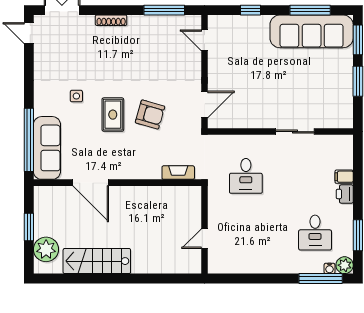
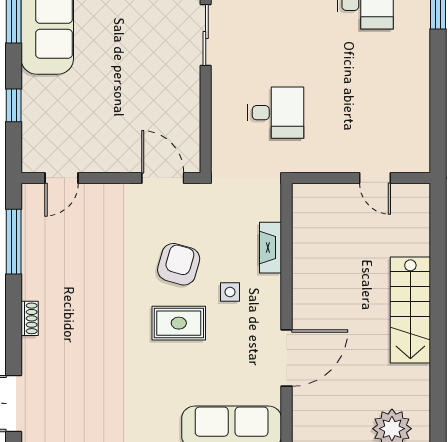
shoe rack: (111, 20) -> (30, 318), width x0.70
side table: (76, 96) -> (230, 292), moved
fireplace: (178, 173) -> (271, 248), moved
stairs: (97, 261) -> (410, 310), moved

